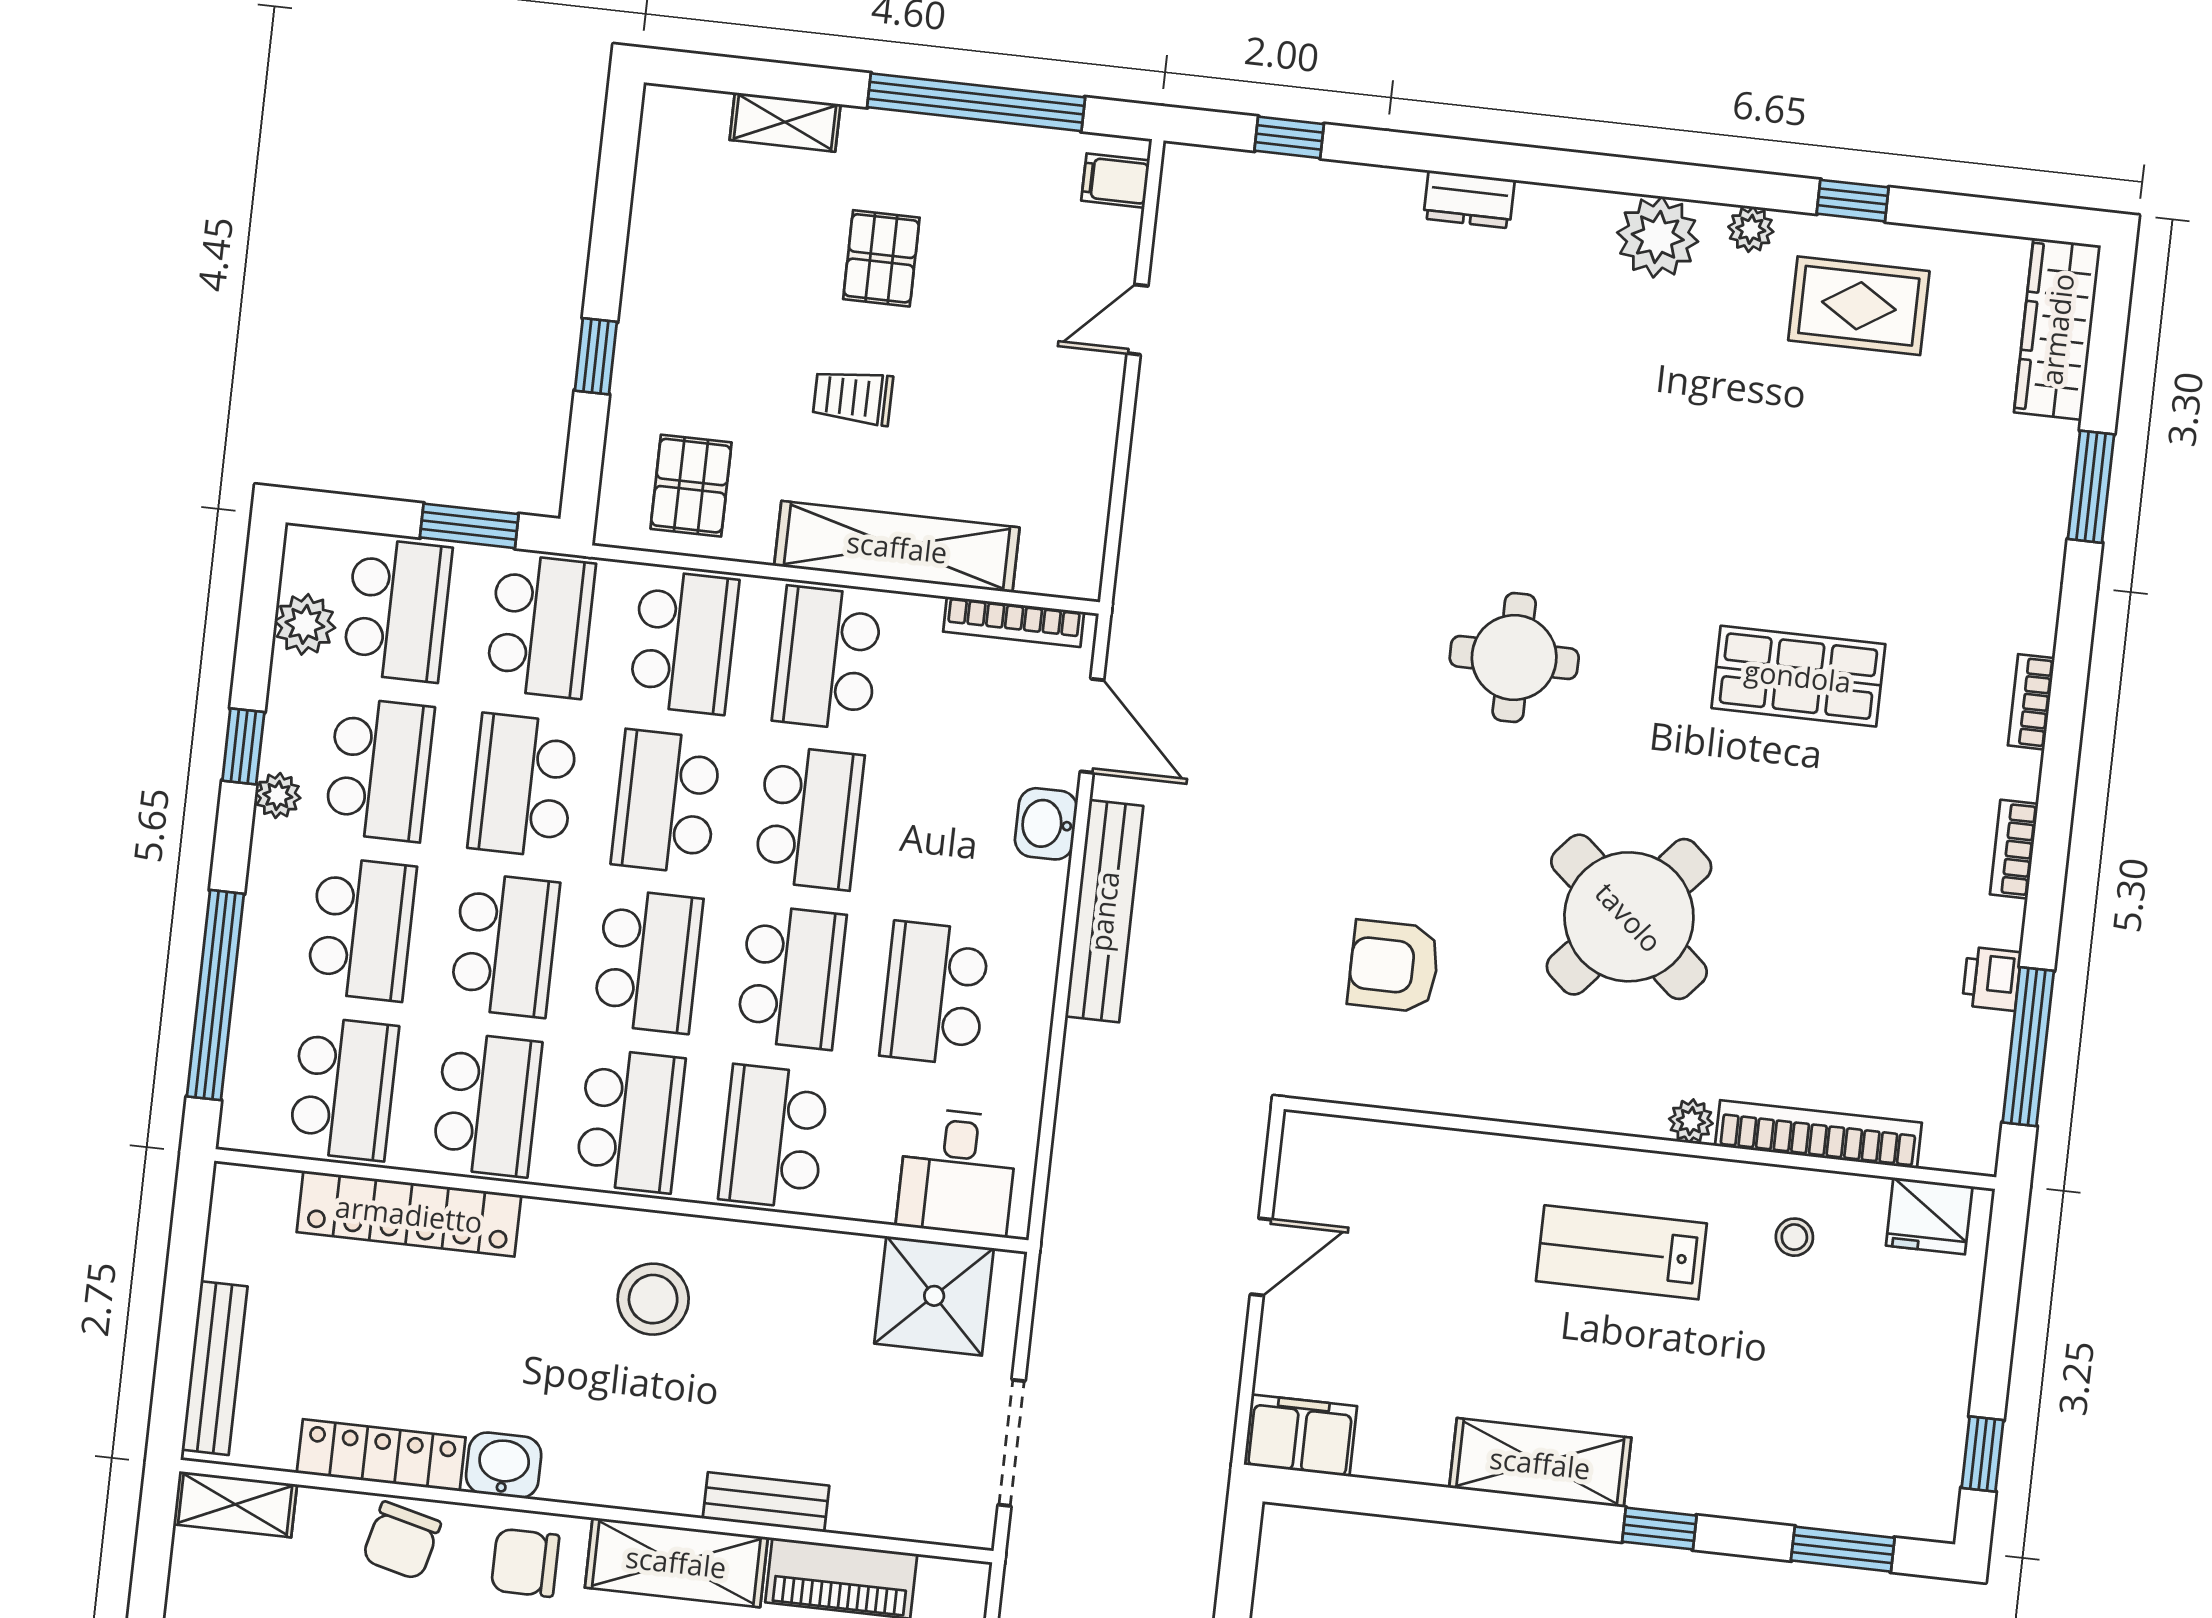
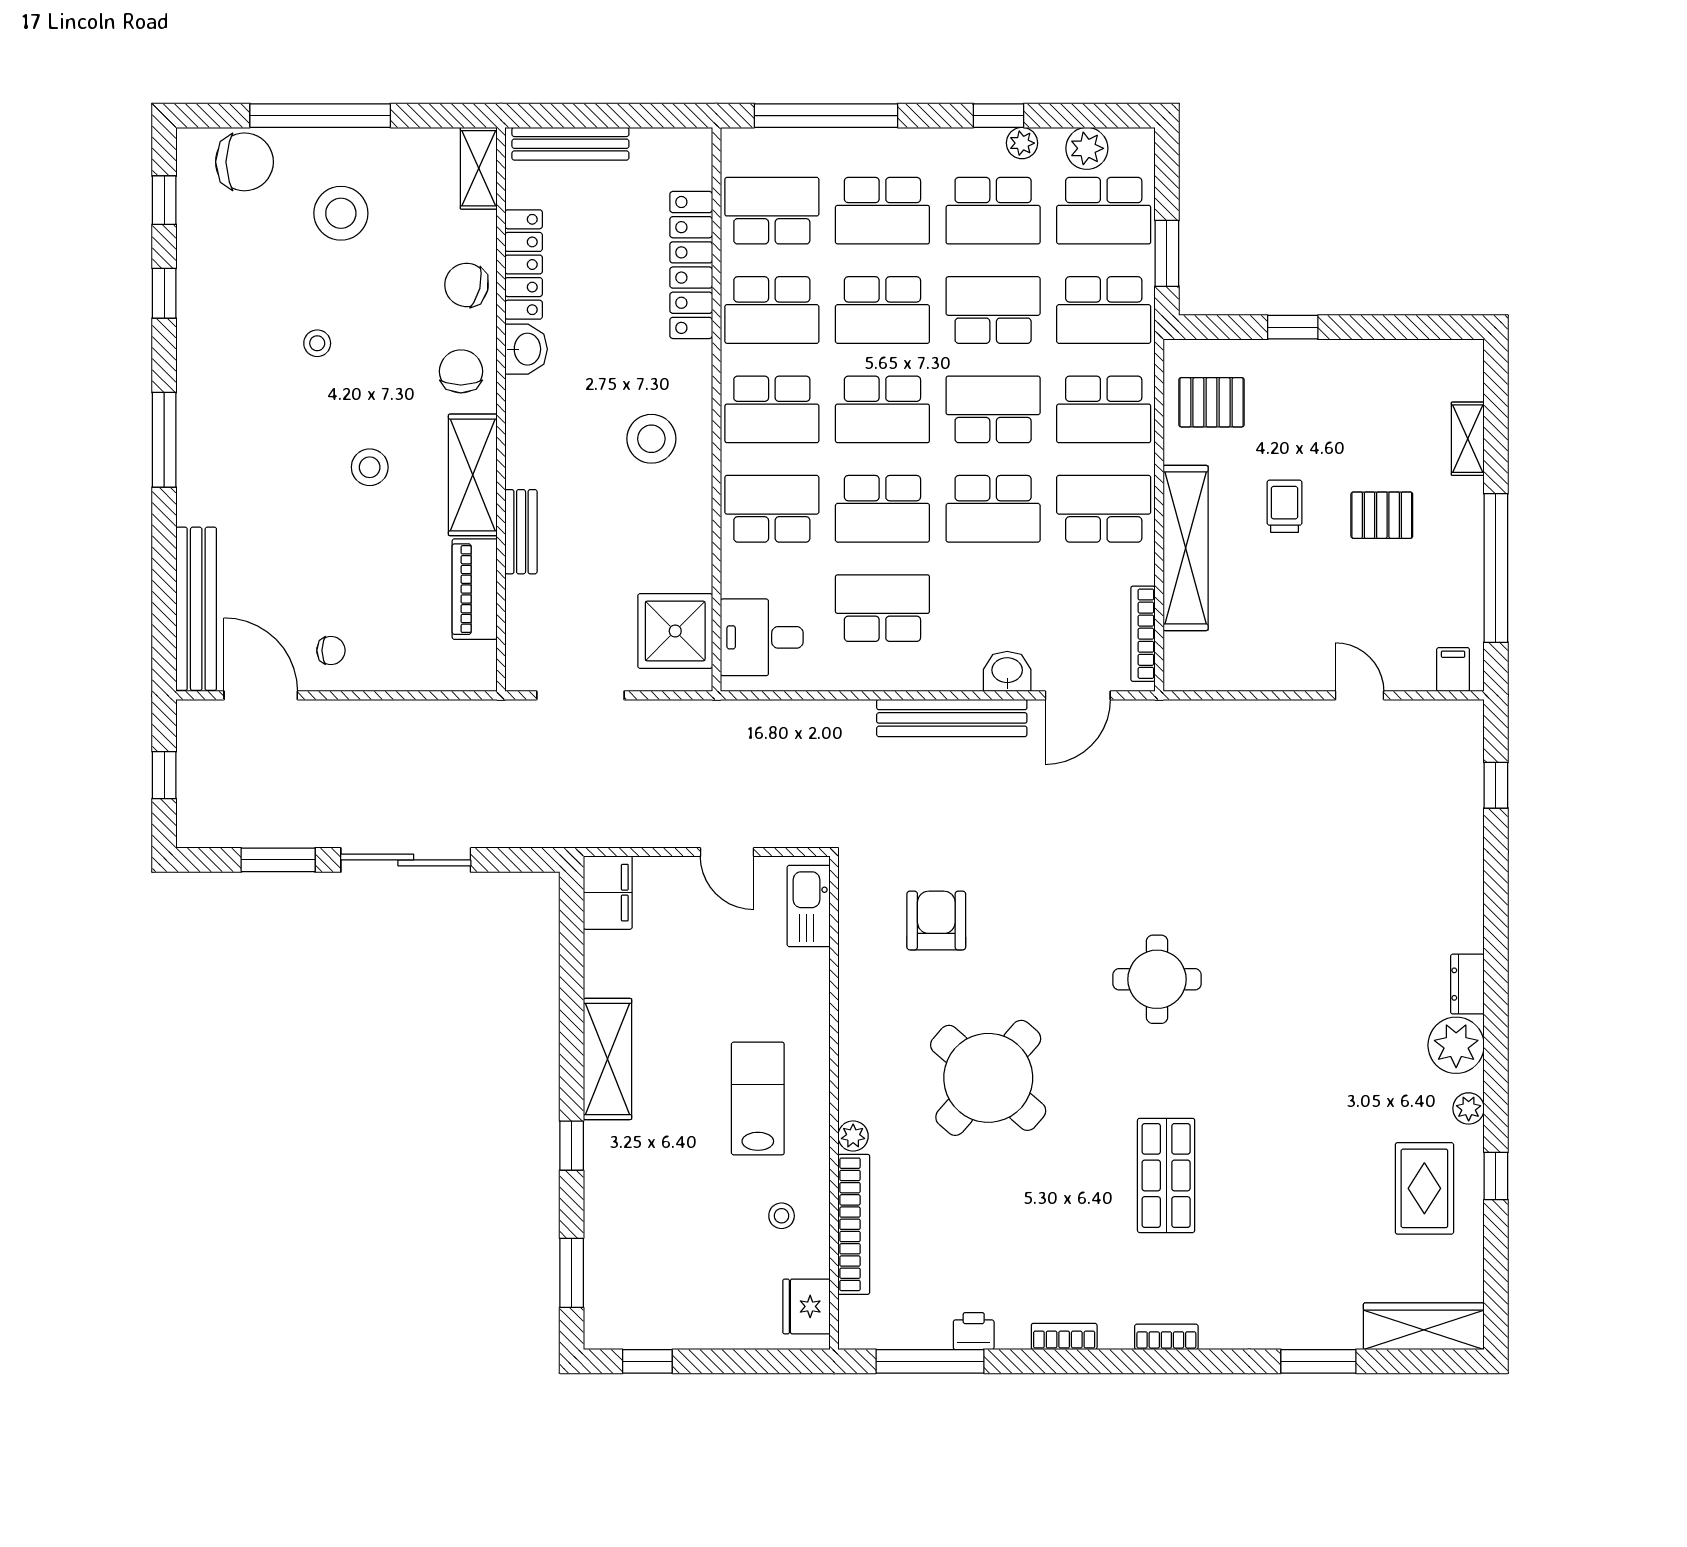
dresser: (1469, 199) -> (1467, 984), moved
plant: (278, 796) -> (1022, 143), moved
school desk: (344, 1089) -> (772, 211), turned 180
kitchen sink: (1352, 1148) -> (809, 906), added

